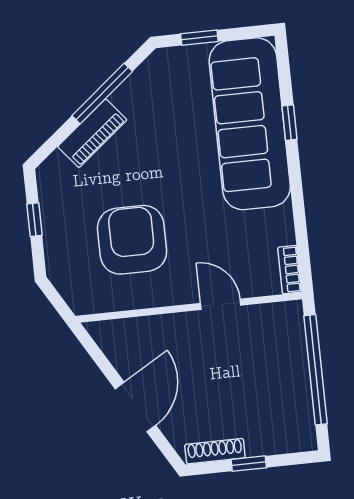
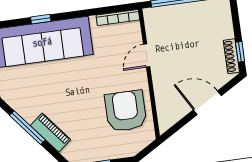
armchair: (132, 240) -> (126, 111), moved, turned 90
bookcase: (290, 270) -> (118, 18), width x1.56
window: (249, 464) -> (240, 52), moved

